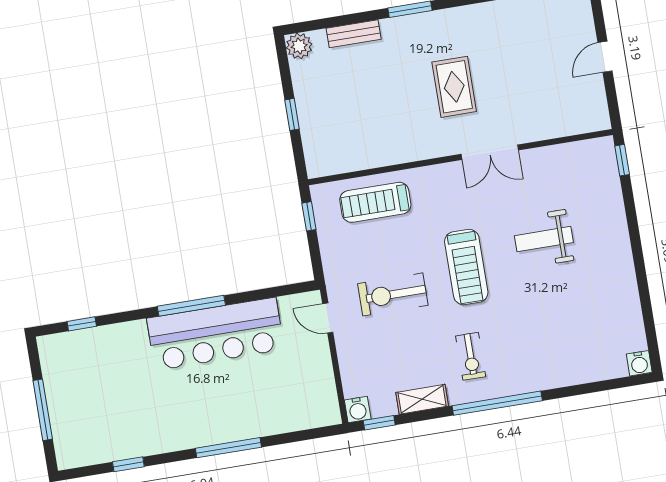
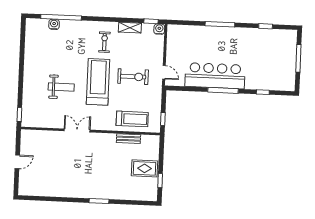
bench: (354, 34) -> (128, 139), moved
plant: (299, 46) -> (151, 195), removed
rug: (454, 87) -> (144, 168), moved, turned 90
window: (292, 114) -> (160, 181), moved
treadmill: (466, 267) -> (98, 82), width x1.37, depth x1.38
window: (82, 324) -> (263, 92), moved
water cooler: (639, 363) -> (54, 24), moved
window: (497, 403) -> (61, 17), moved

